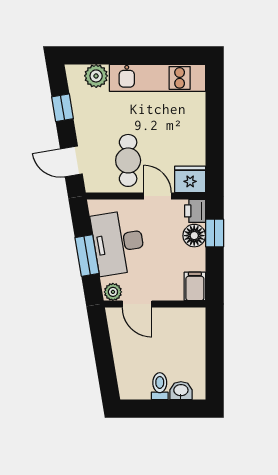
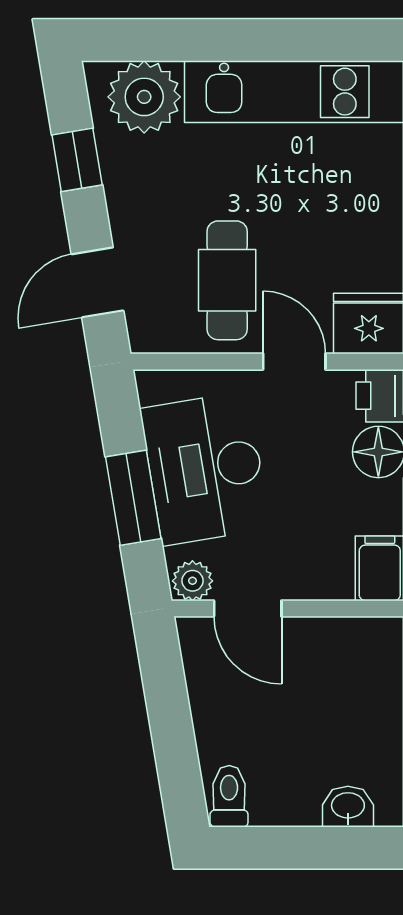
plant: (96, 76) -> (144, 97), width x1.36, depth x1.36
door: (71, 161) -> (97, 282), hinge flipped
toilet: (160, 386) -> (229, 796), moved

